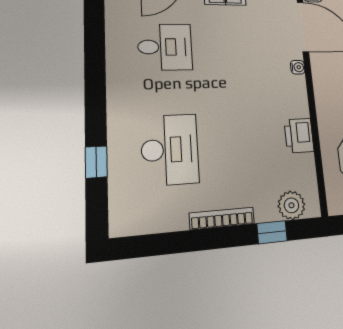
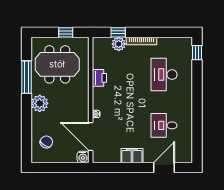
window: (96, 162) -> (197, 53), moved
plant: (291, 205) -> (119, 44), moved

